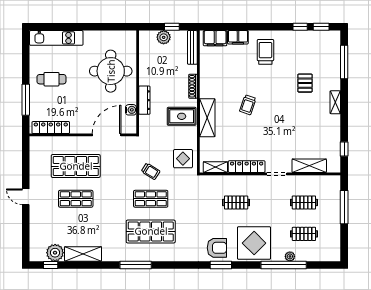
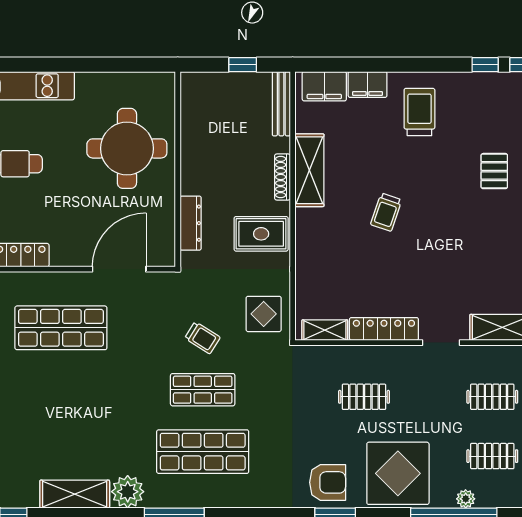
plant: (164, 37) -> (227, 84), removed
dresser: (144, 100) -> (191, 223), moved
water cooler: (131, 110) -> (165, 222), removed
shelving: (207, 118) -> (309, 170), moved
shop shelf: (76, 199) -> (61, 390), removed
plant: (55, 253) -> (128, 492), moved

